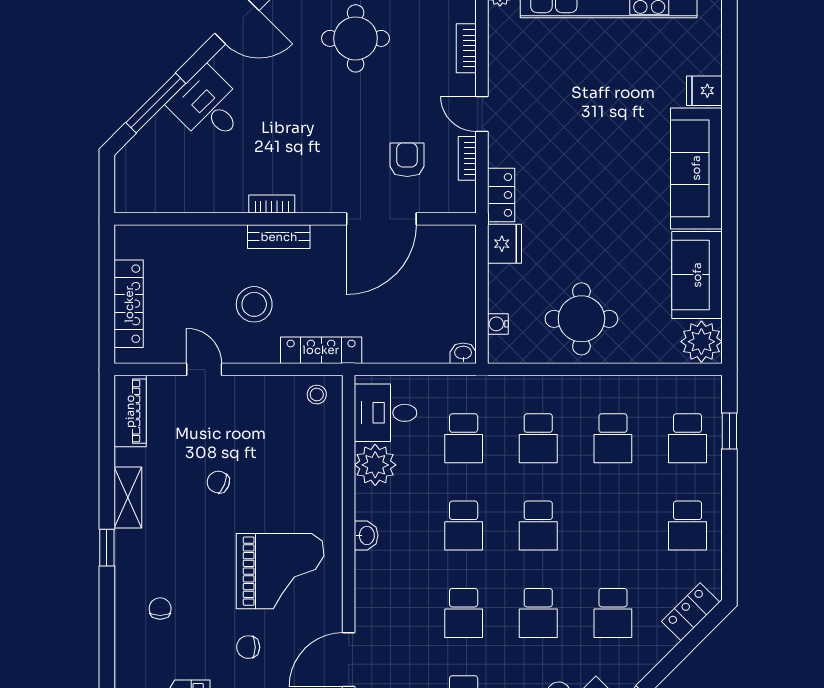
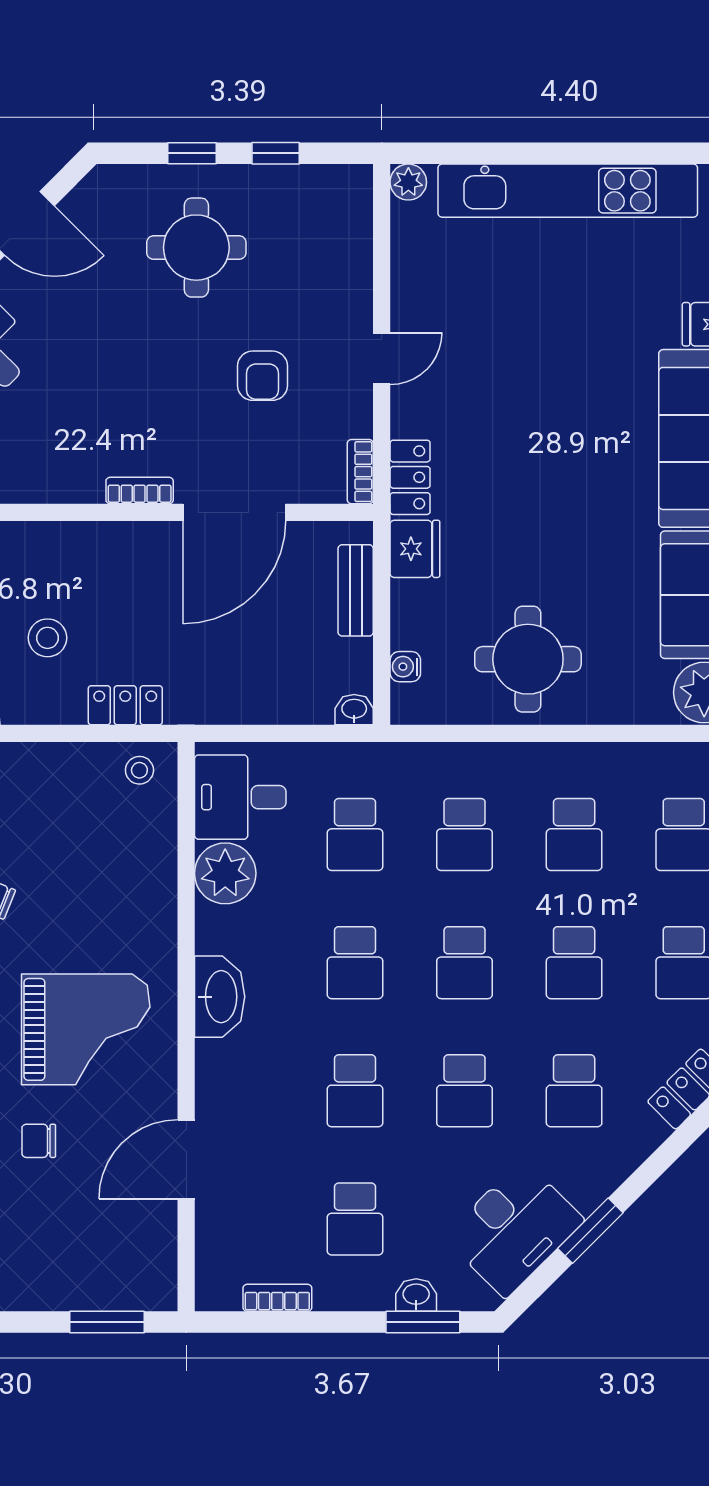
bookcase: (466, 48) -> (359, 262), removed
door: (482, 114) -> (382, 359), swing flipped
bookcase: (467, 158) -> (360, 472), moved
armchair: (407, 160) -> (262, 376), moved, turned 180
bookcase: (272, 204) -> (140, 490), moved
bench: (279, 237) -> (356, 590), moved, turned 90
stool: (254, 304) -> (48, 638), width x0.73, depth x0.73
locker: (321, 350) -> (125, 705), width x0.66
school desk: (613, 526) -> (574, 963), added
washbasin: (366, 535) -> (220, 997), width x1.91, depth x1.45

